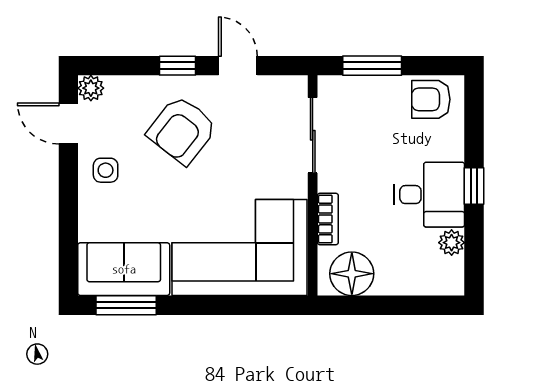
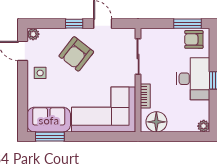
window: (372, 66) -> (188, 24), moved
desk: (429, 195) -> (193, 79), width x1.37
plant: (452, 243) -> (204, 126), moved

